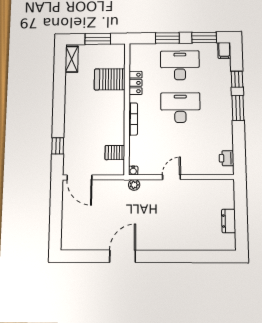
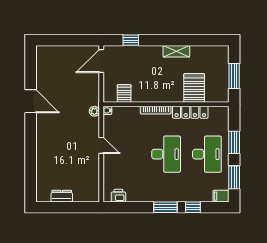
shelving: (72, 59) -> (176, 51), moved
locker: (135, 83) -> (190, 112), width x1.53

